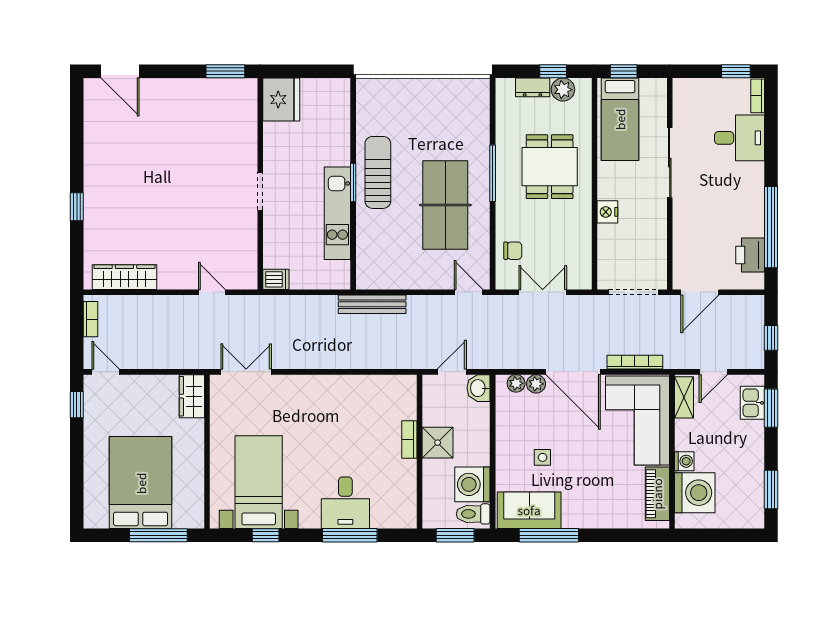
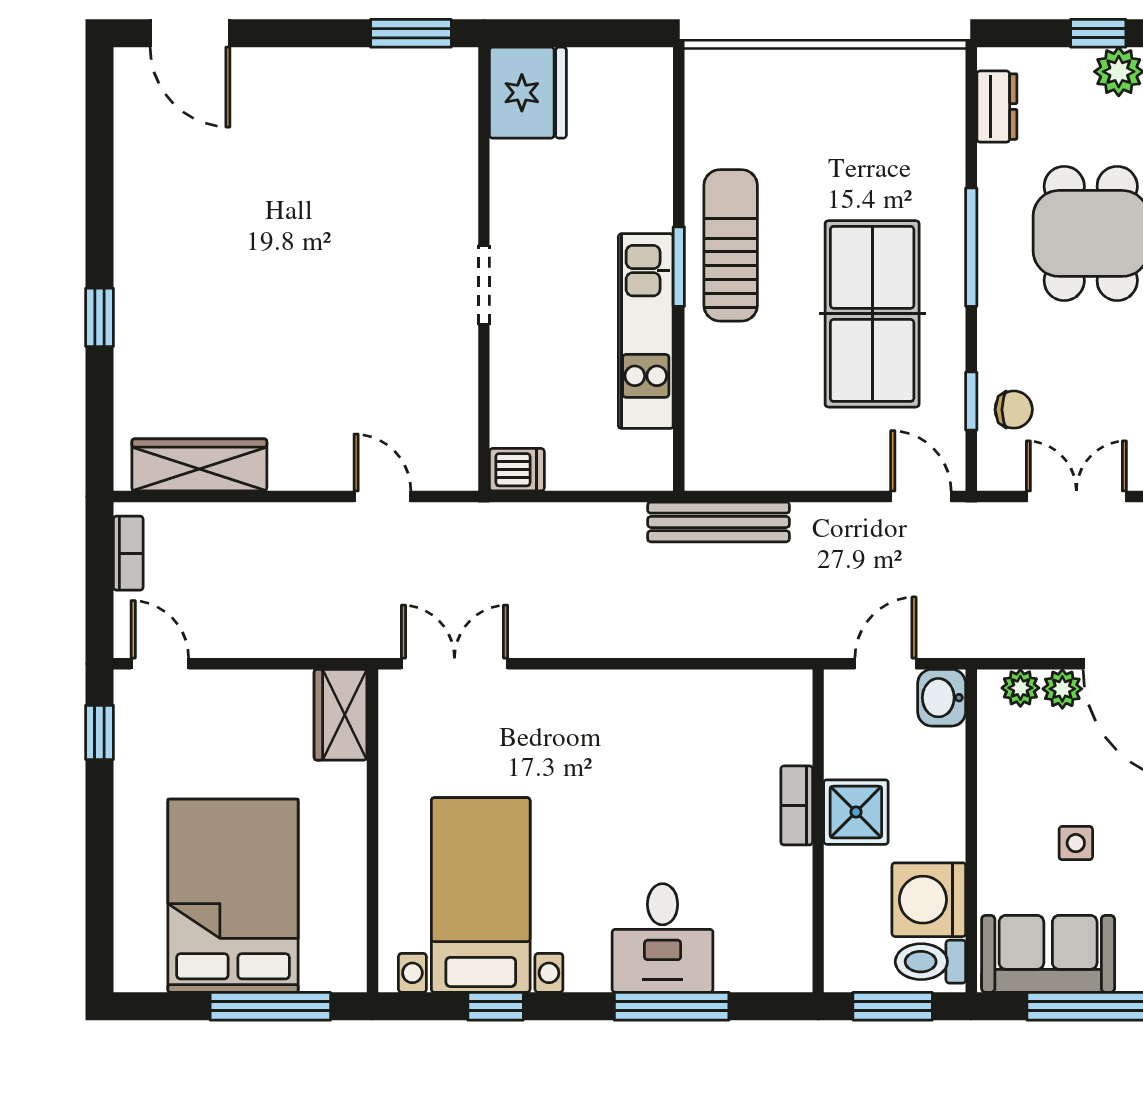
dresser: (533, 87) -> (997, 107), moved, turned -90
window: (493, 247) -> (971, 401), added

